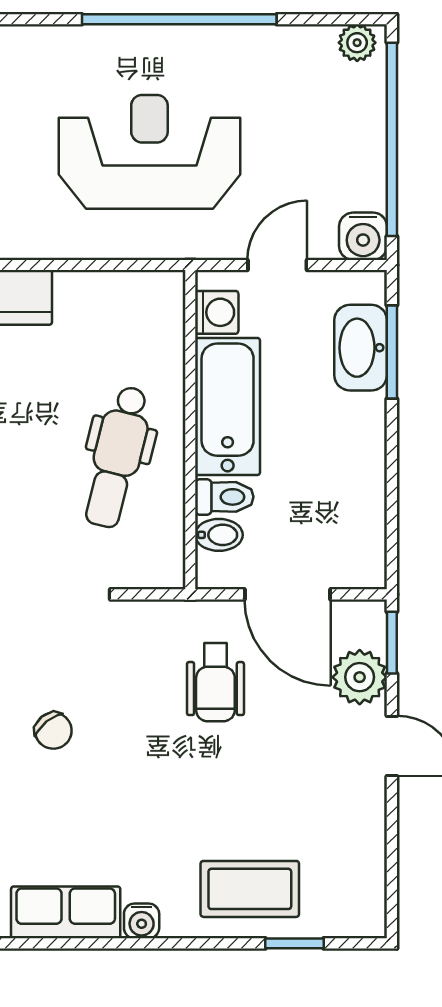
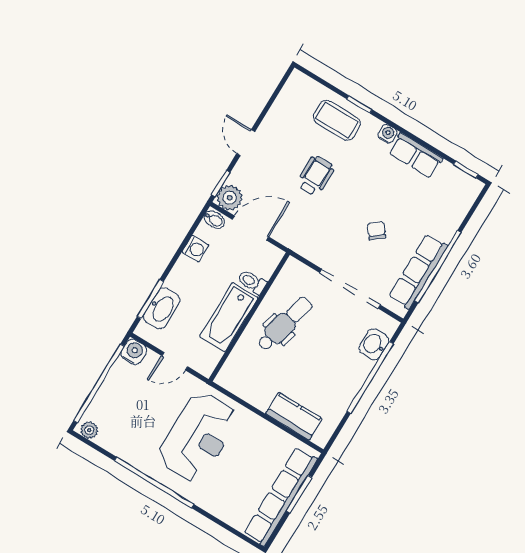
reception desk: (149, 152) -> (198, 437), turned -90
washing machine: (217, 312) -> (196, 249), moved, turned 180
bidet: (219, 535) -> (214, 220), moved, turned 180
door: (287, 594) -> (250, 228), hinge flipped
plant: (360, 677) -> (230, 198), moved
wheelchair: (215, 682) -> (315, 176), moved
window: (295, 943) -> (359, 104), moved

